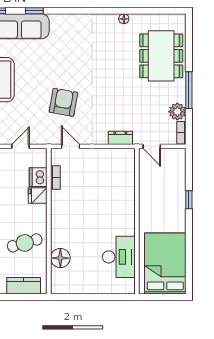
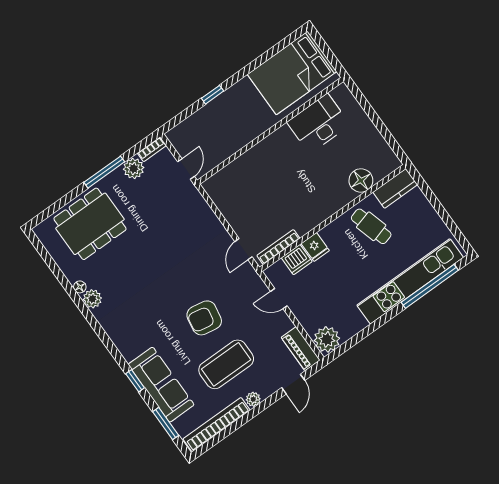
plant: (110, 21) -> (92, 299), added
armchair: (63, 102) -> (204, 318), moved
dresser: (120, 138) -> (200, 206), removed
bookcase: (55, 178) -> (278, 247), width x1.56
kitchen counter: (24, 286) -> (395, 188), moved, turned -90

